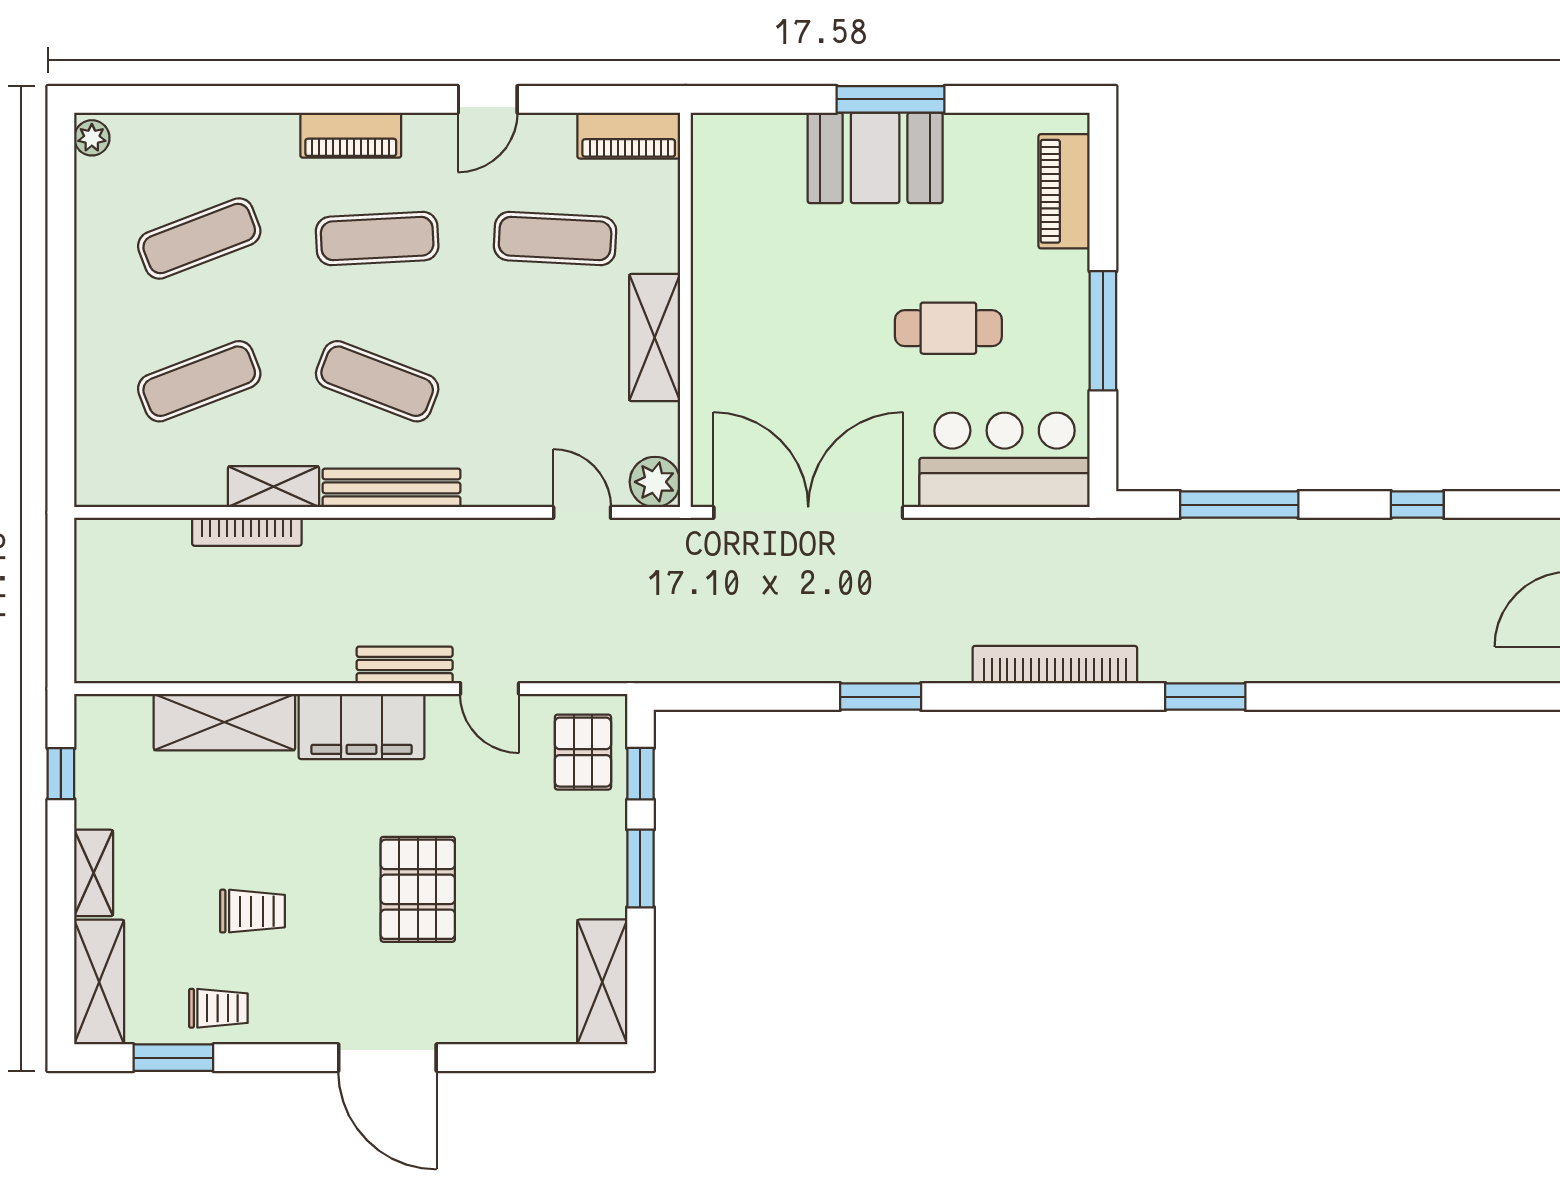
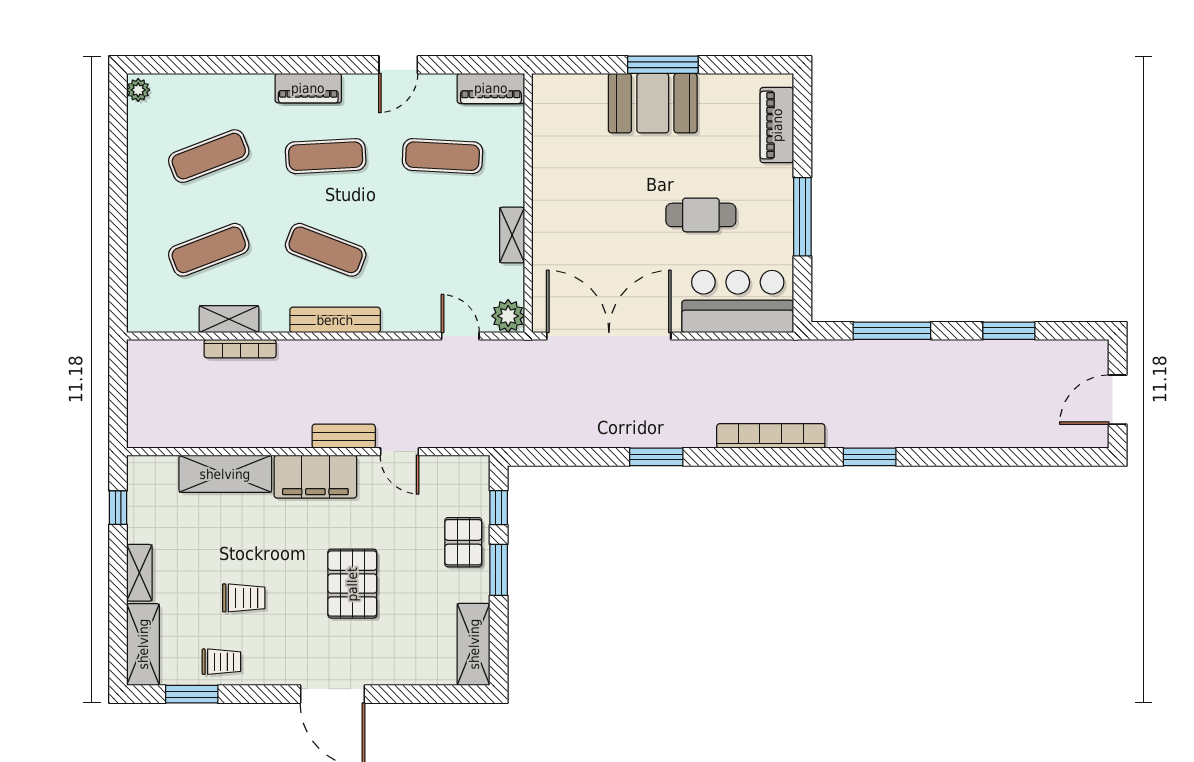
shelving: (655, 338) -> (512, 235), width x0.67, depth x0.75
shelving: (274, 487) -> (229, 319), moved
window: (1417, 505) -> (1009, 331), width x1.50
pallet: (583, 752) -> (463, 542), moved

